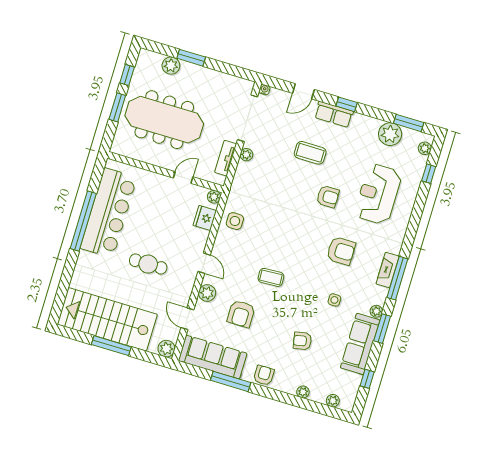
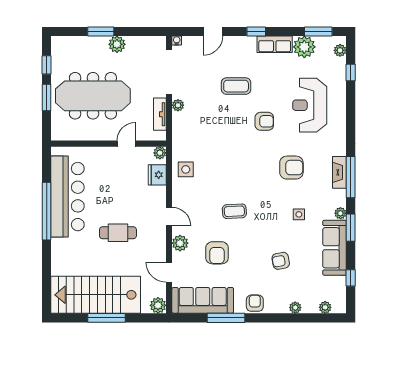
plant: (171, 66) -> (117, 44), moved
row of seats: (334, 114) -> (275, 44), moved

